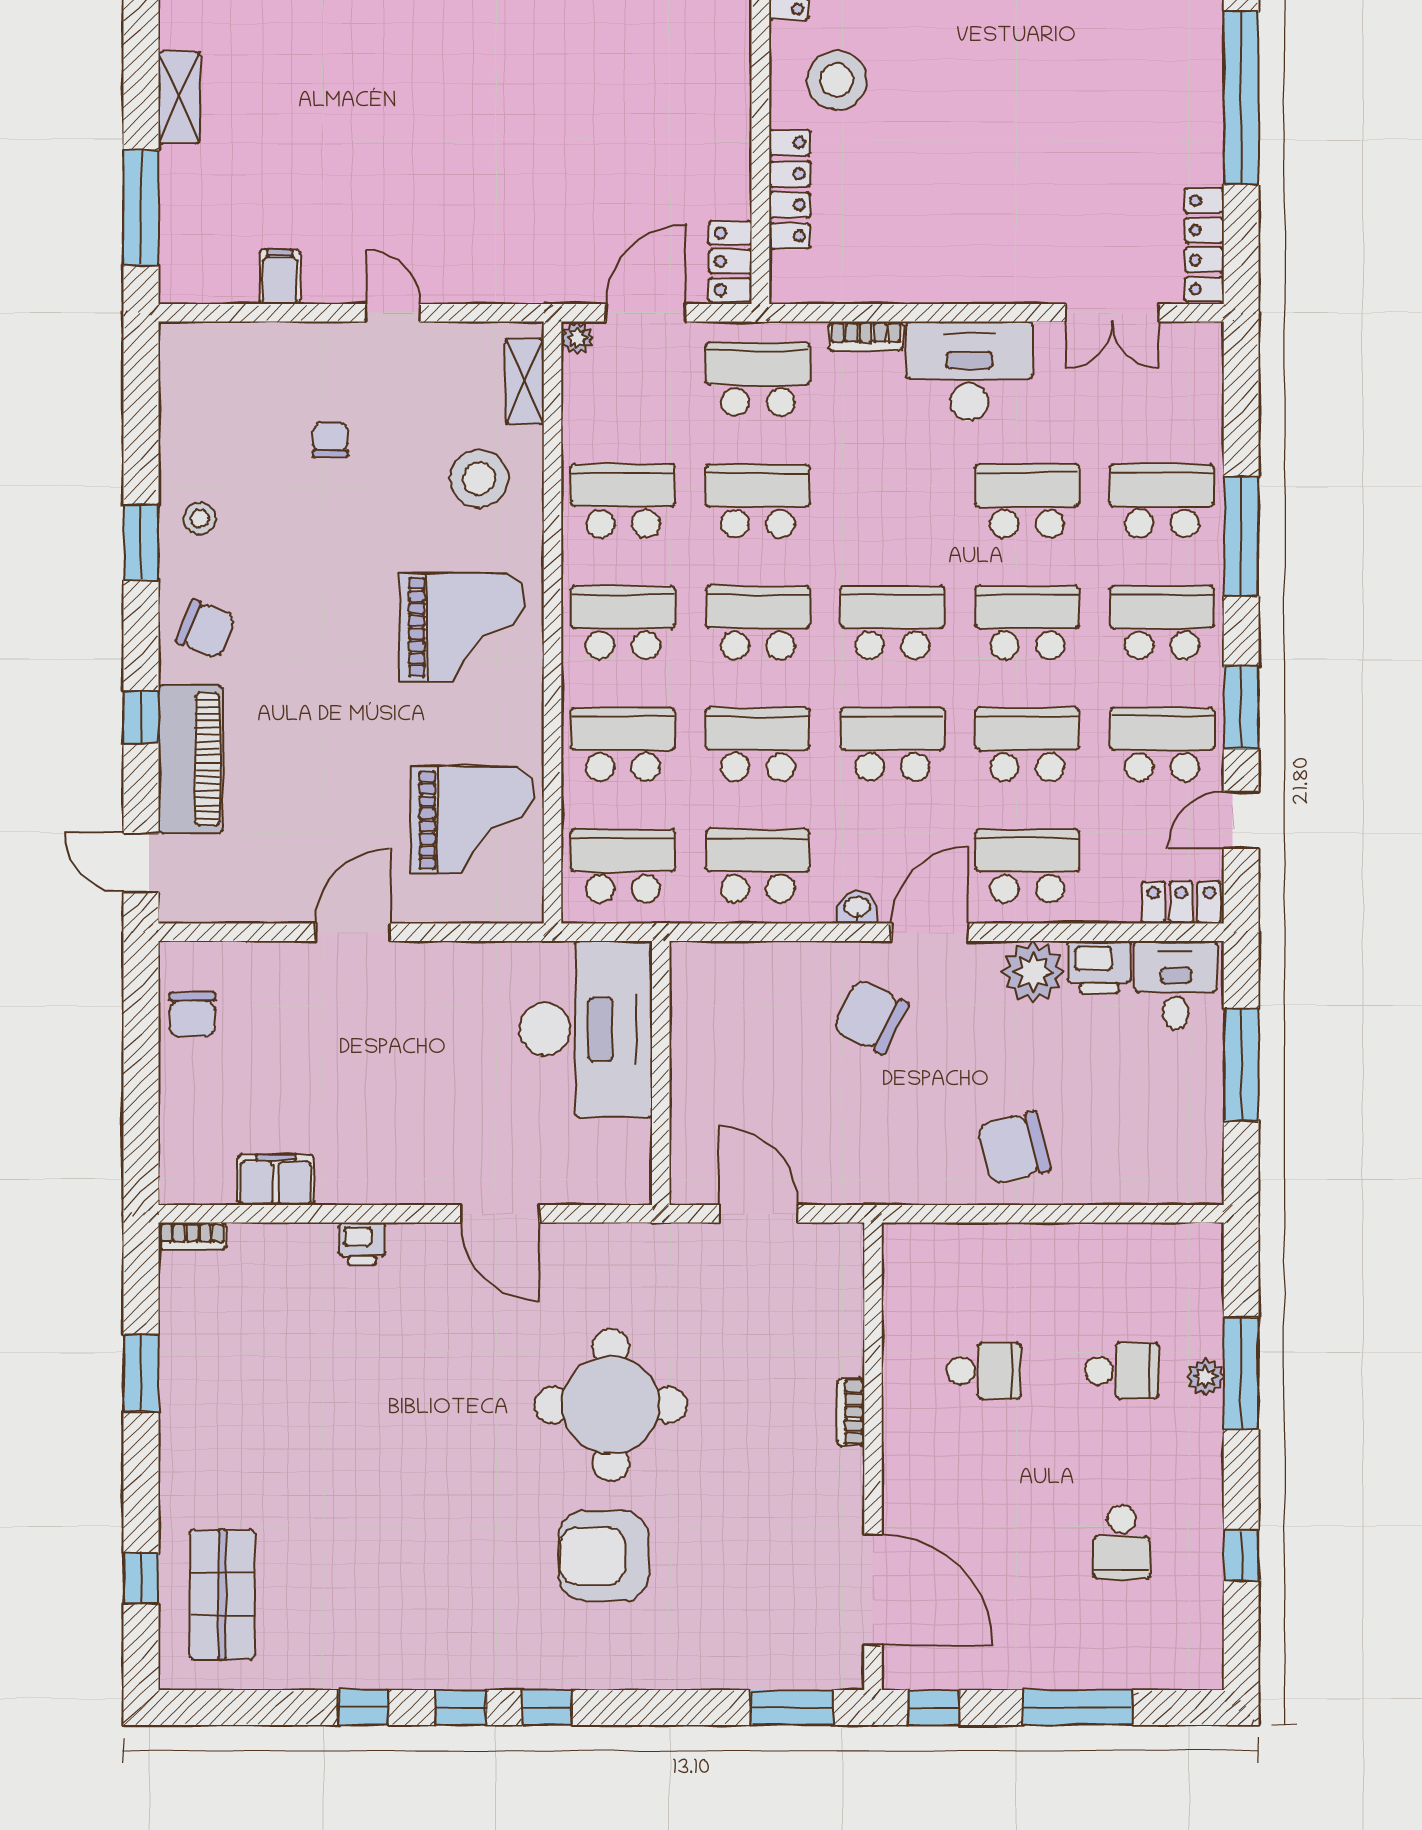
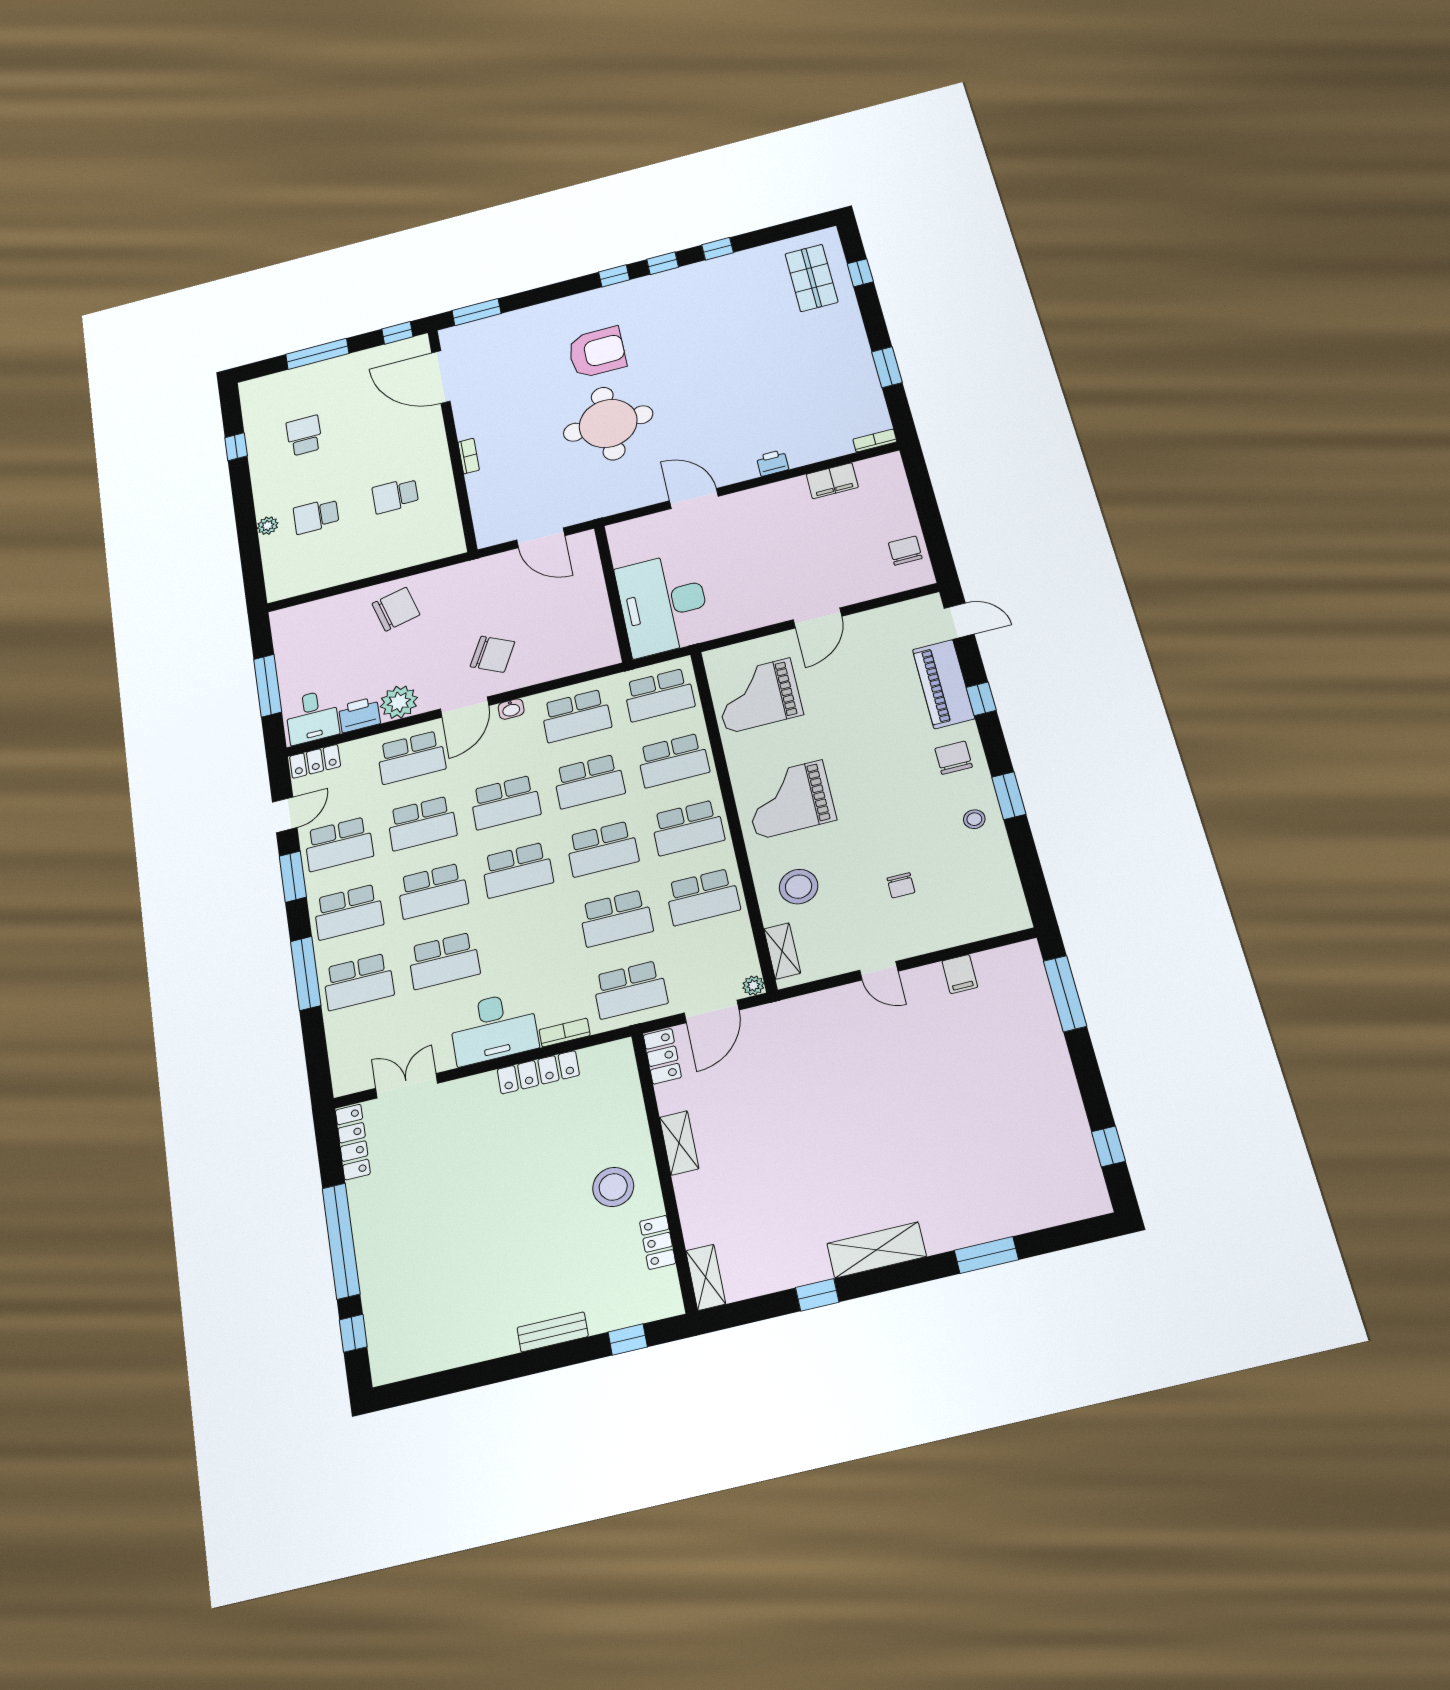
shelving: (179, 98) -> (679, 1143), moved
locker: (790, 189) -> (538, 1072), moved, turned -90
chair: (205, 629) -> (954, 758), turned 68
window: (1241, 1373) -> (247, 533), removed

